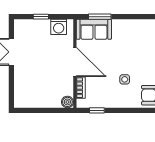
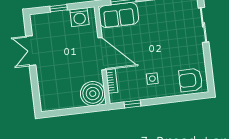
side table: (125, 79) -> (152, 79), moved
boiler: (67, 102) -> (93, 94), width x1.86, depth x1.86

